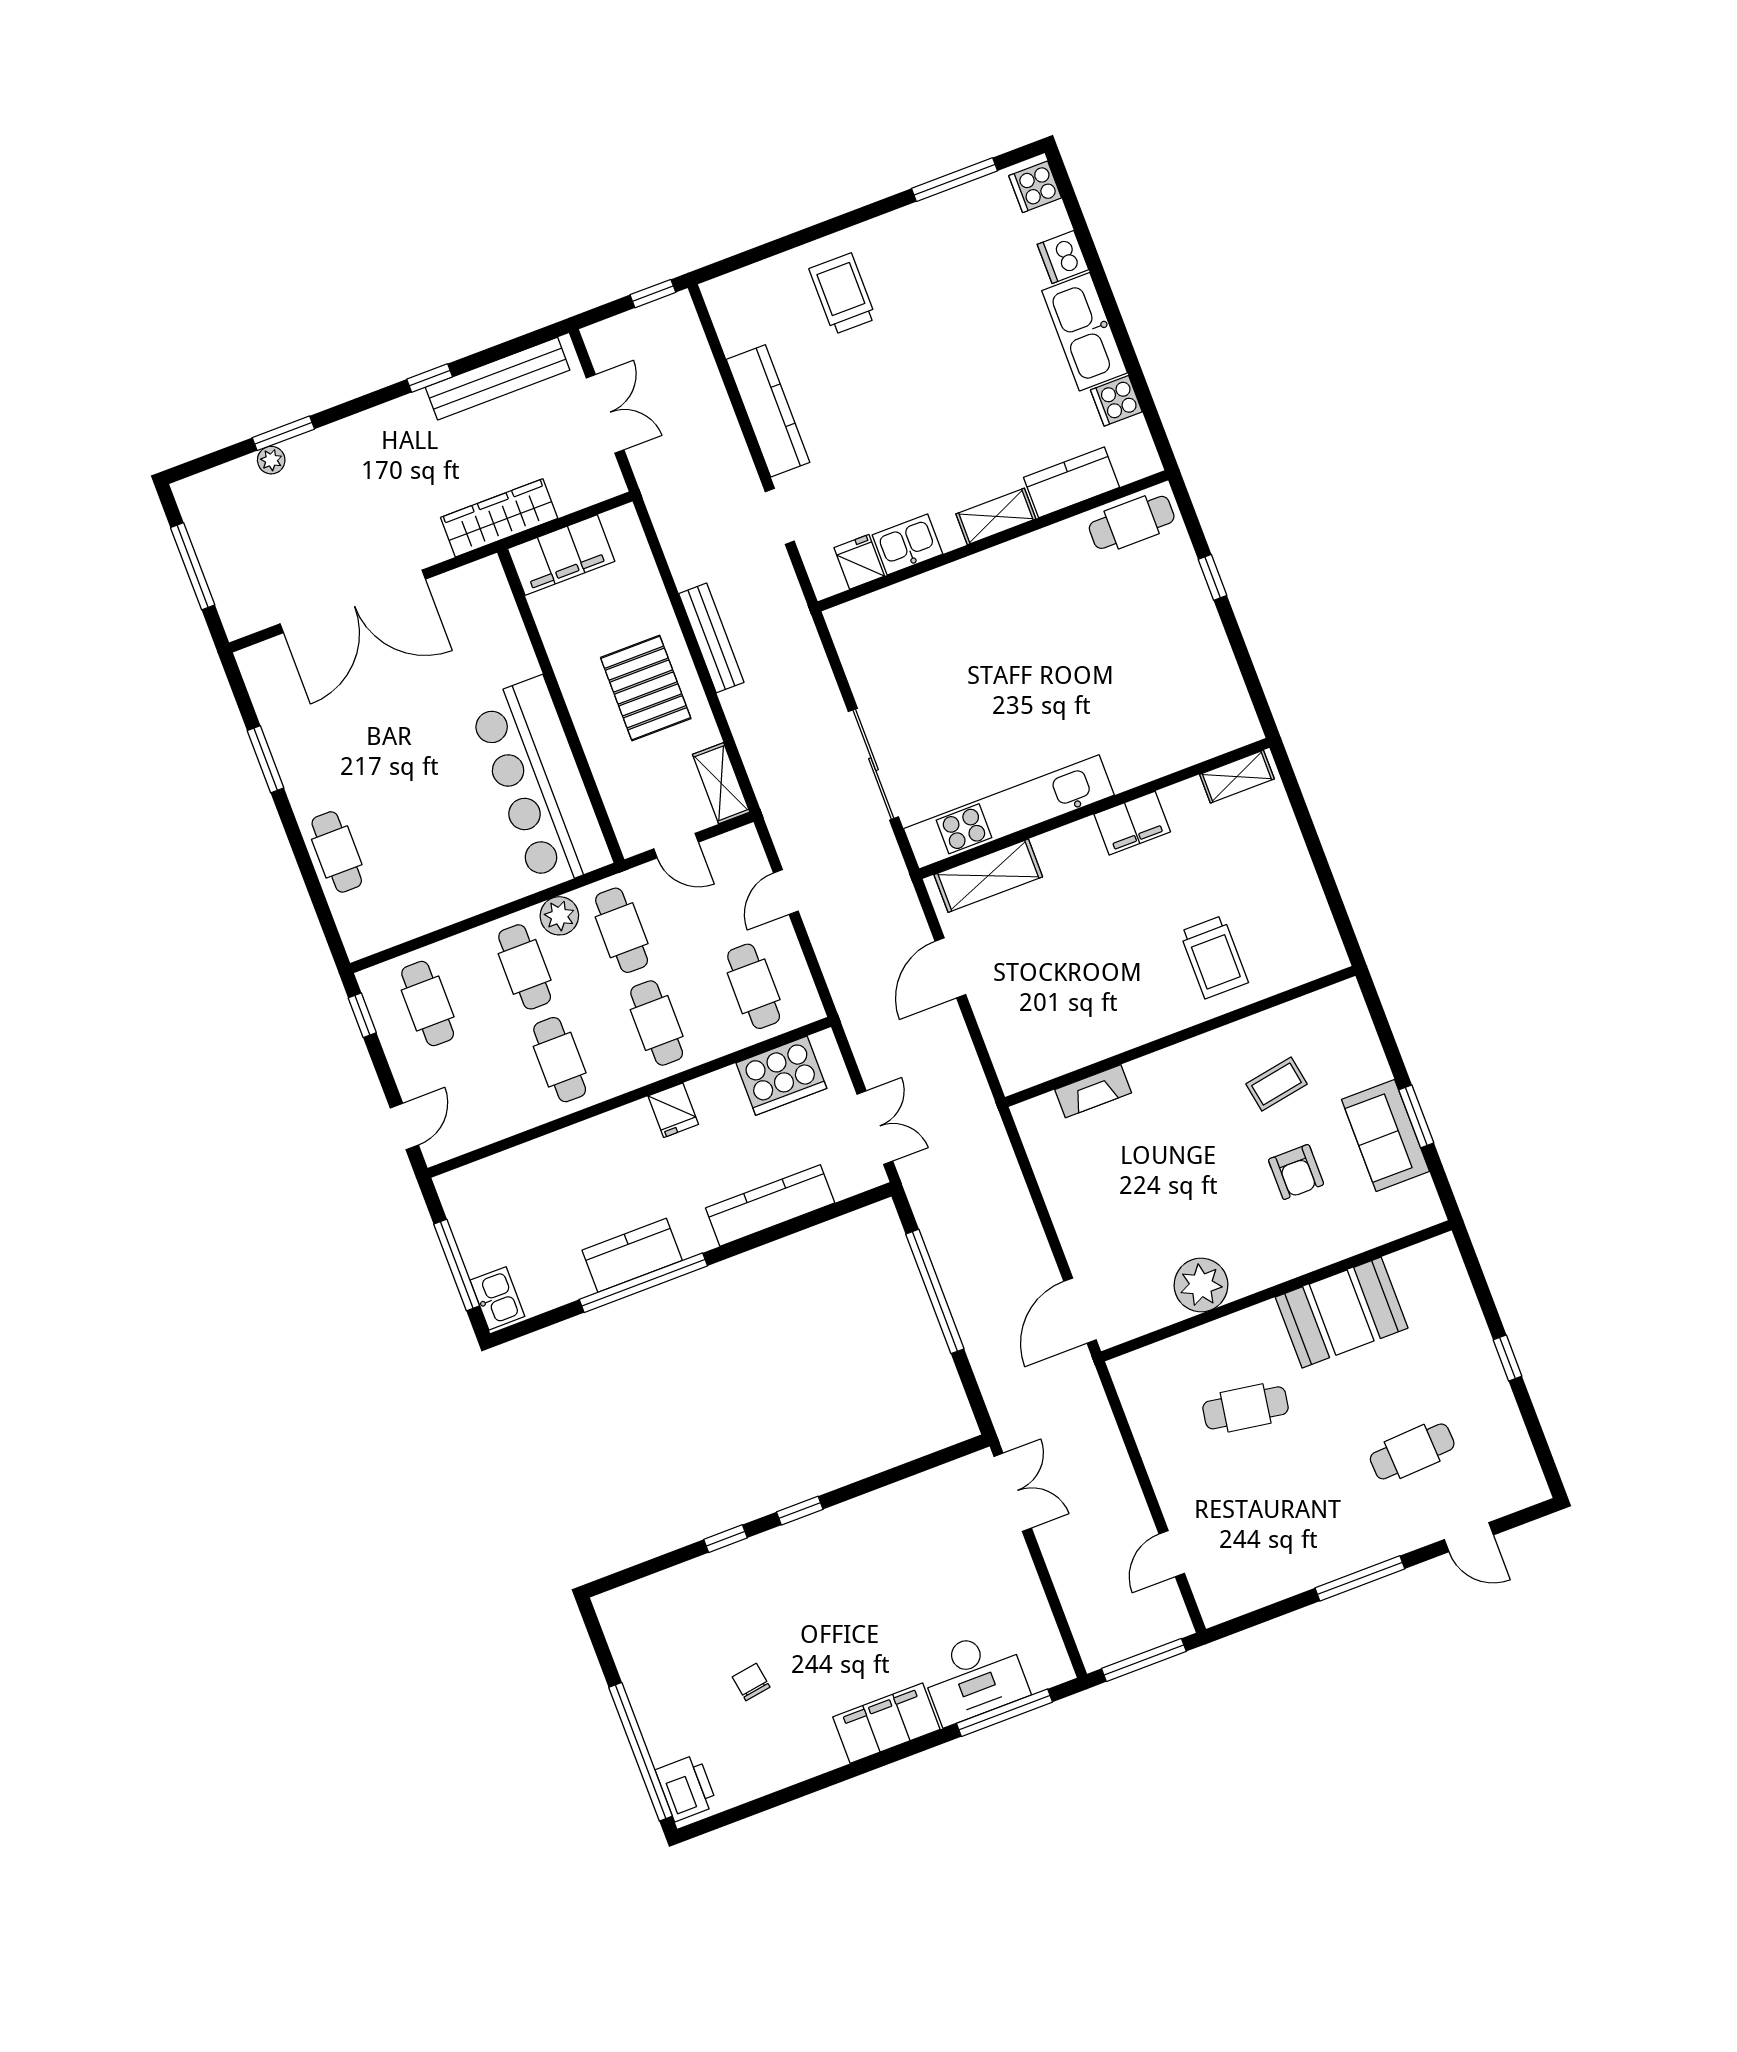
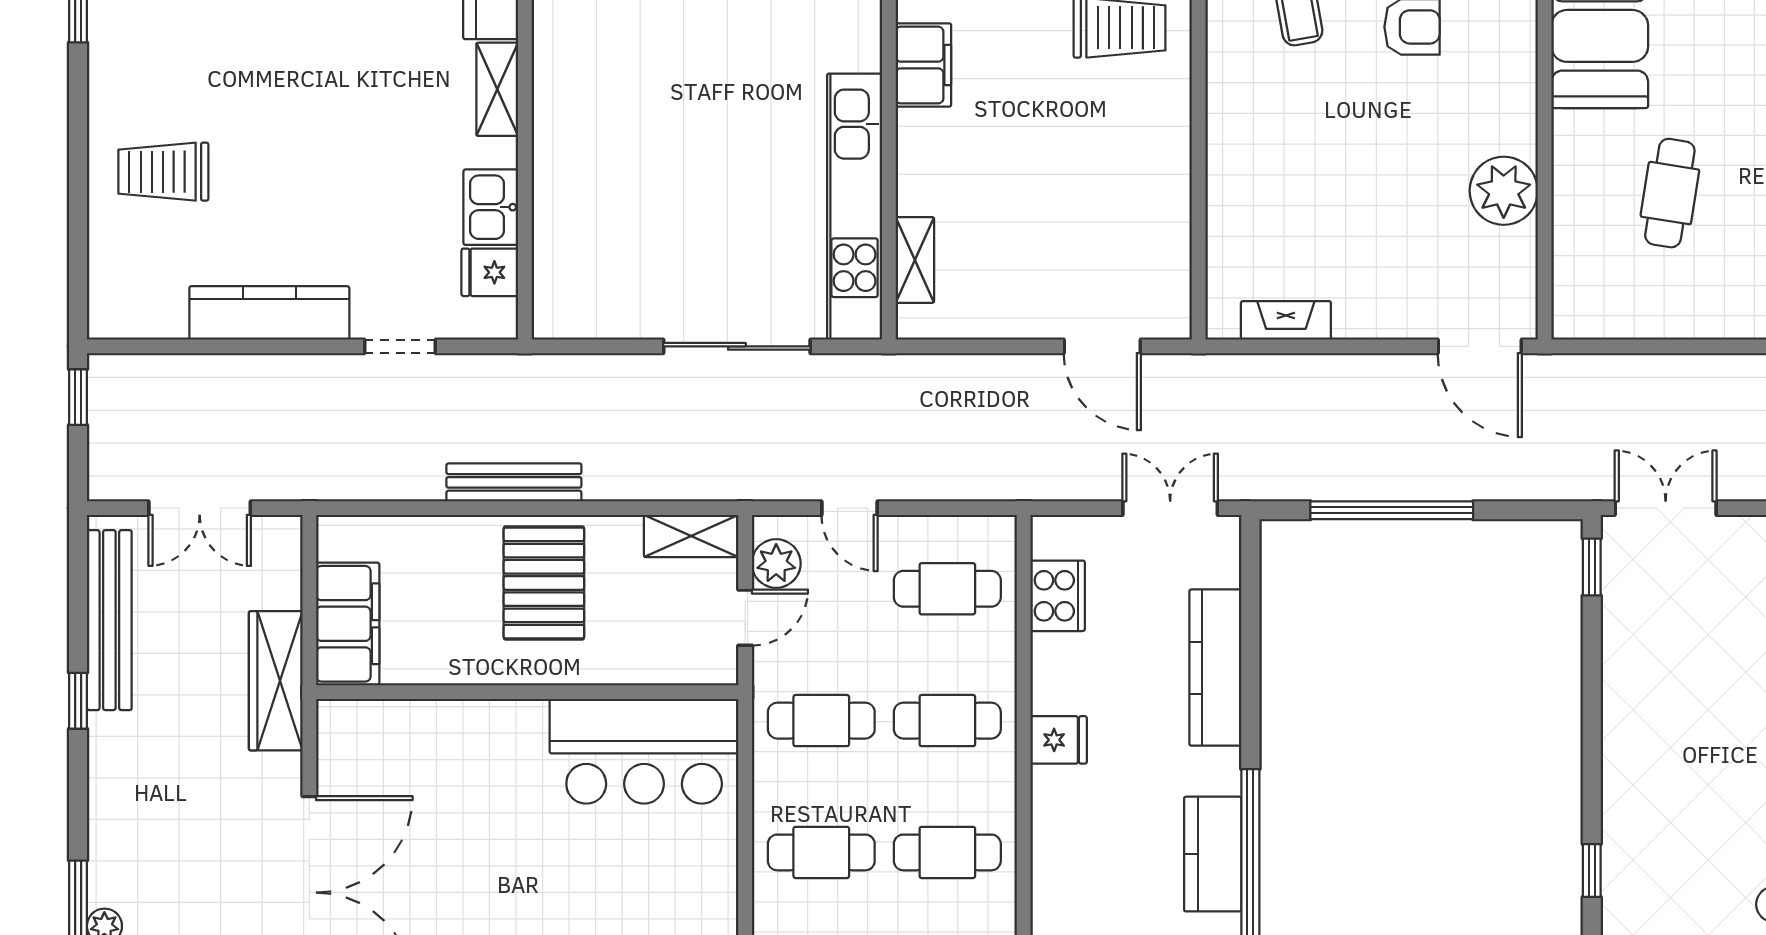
double door: (605, 414) -> (200, 508), swing flipped
pallet: (646, 688) -> (544, 583), turned 90
bar counter: (540, 783) -> (644, 751), width x0.73
shelving: (988, 876) -> (915, 260), width x0.67, depth x0.75
plant: (559, 916) -> (776, 563), moved
door: (950, 968) -> (1102, 346), moved
cooker: (781, 1076) -> (1058, 596), width x0.73, depth x0.76
fireplace: (1093, 1091) -> (1286, 320), moved, turned -90
window: (800, 1511) -> (1592, 567), moved

